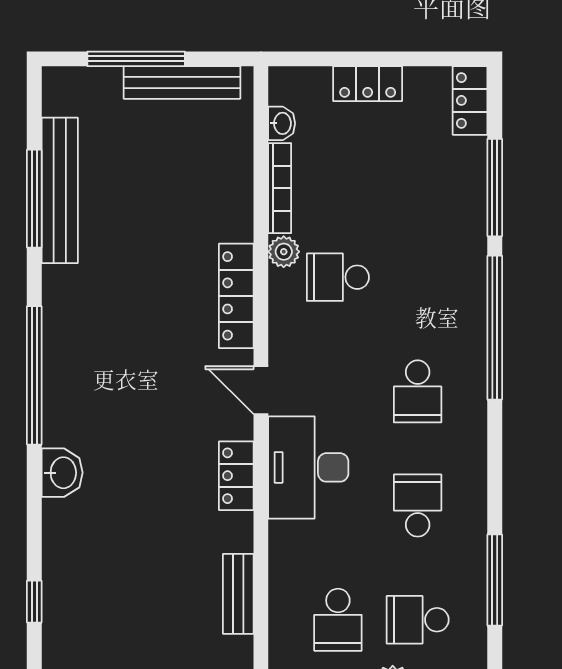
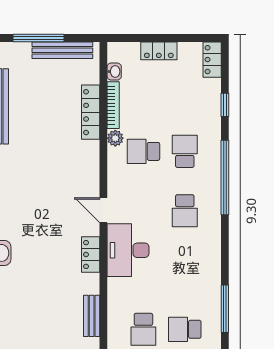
window: (495, 188) -> (225, 105), width x0.46
locker: (236, 296) -> (91, 112), moved
school desk: (418, 506) -> (185, 151), moved

